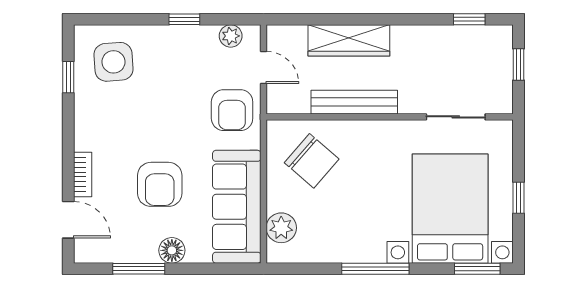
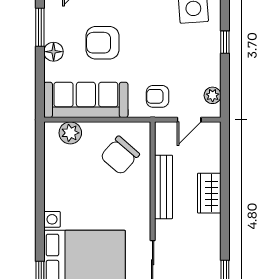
window: (184, 19) -> (225, 42), moved
wardrobe: (349, 40) -> (209, 193), width x0.67
armchair: (232, 110) -> (158, 96), width x0.72, depth x0.72
window: (375, 269) -> (40, 203), removed

